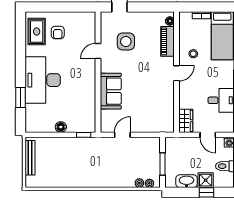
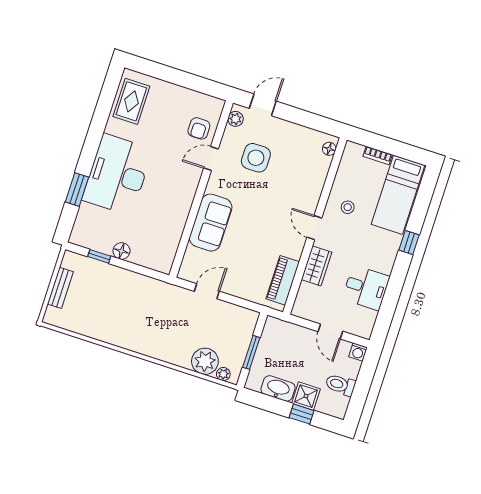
plant: (105, 21) -> (236, 119), added
armchair: (58, 33) -> (199, 128), moved
piano: (168, 41) -> (283, 280), moved
door: (177, 73) -> (314, 228), swing flipped
wardrobe: (186, 121) -> (317, 266), moved
window: (84, 135) -> (99, 256), moved
bench: (30, 158) -> (60, 288), width x0.73
plant: (139, 183) -> (205, 361), width x1.88, depth x1.88

